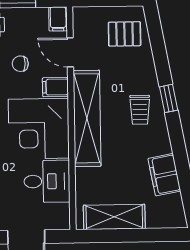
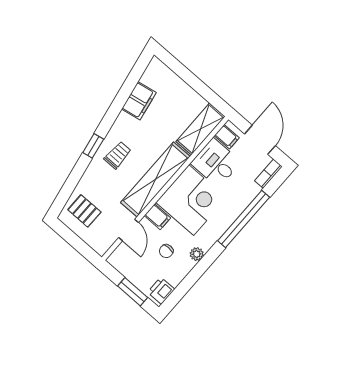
filing cabinet: (58, 19) -> (227, 137), moved, turned 90
chair: (20, 64) -> (166, 251), turned 90
shelving: (114, 217) -> (200, 129), moved, turned 90

